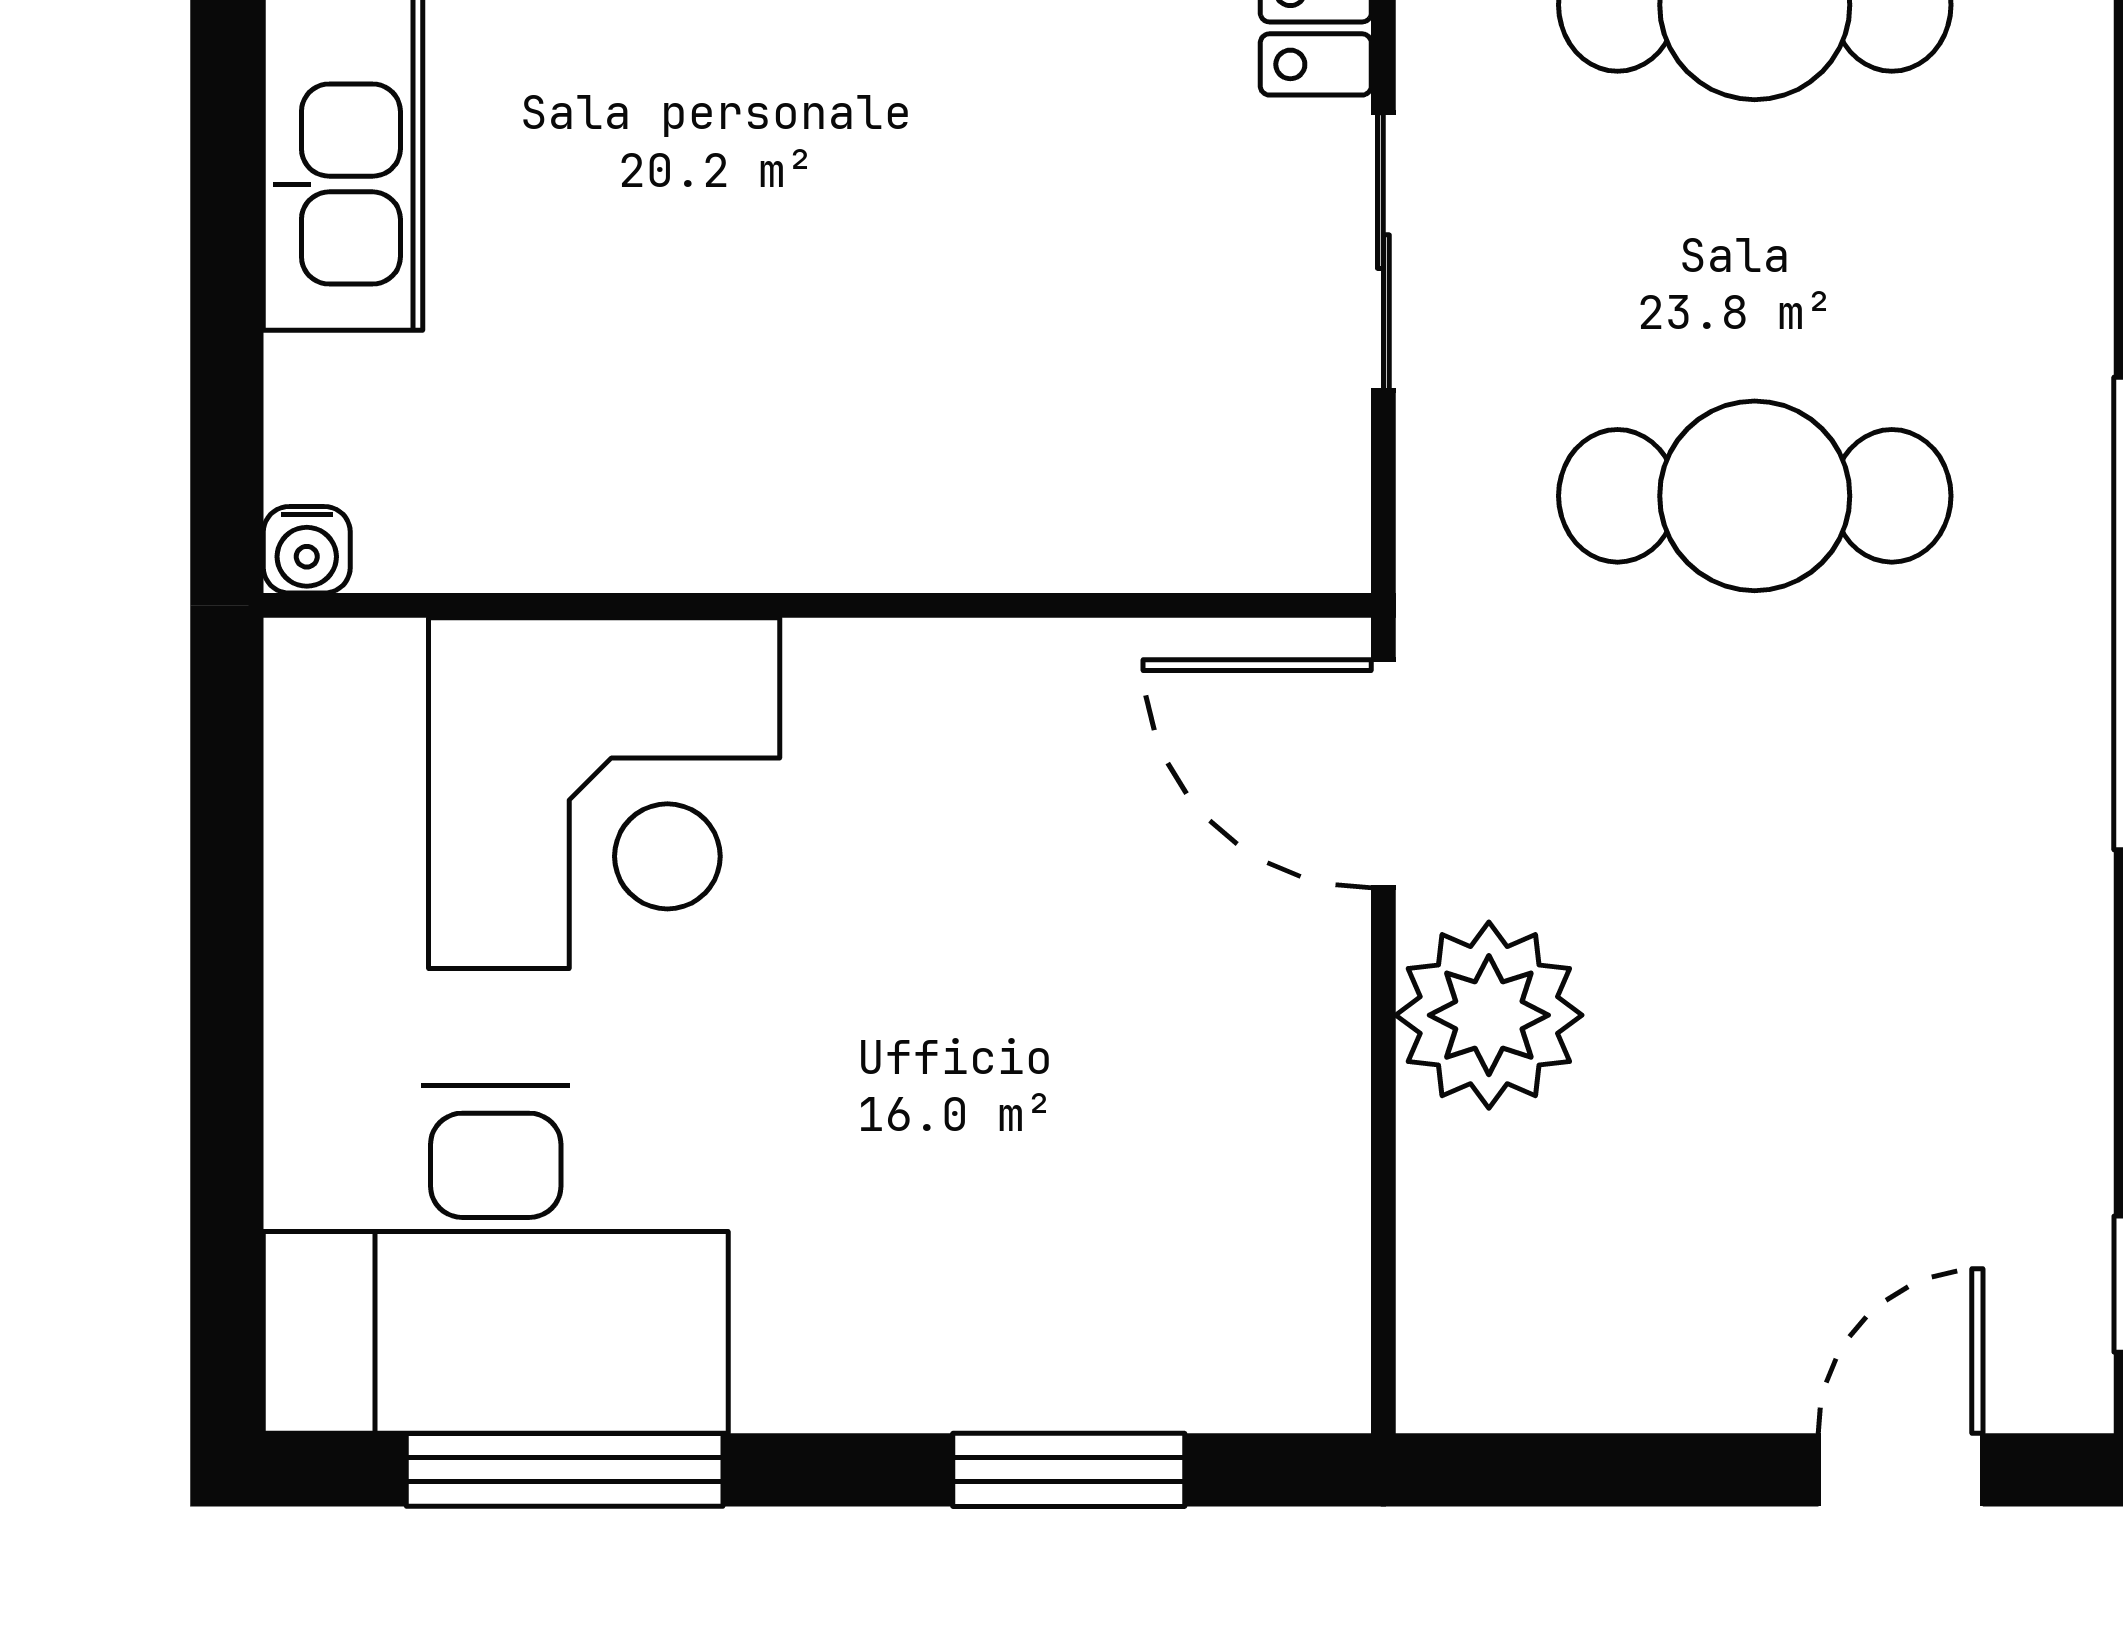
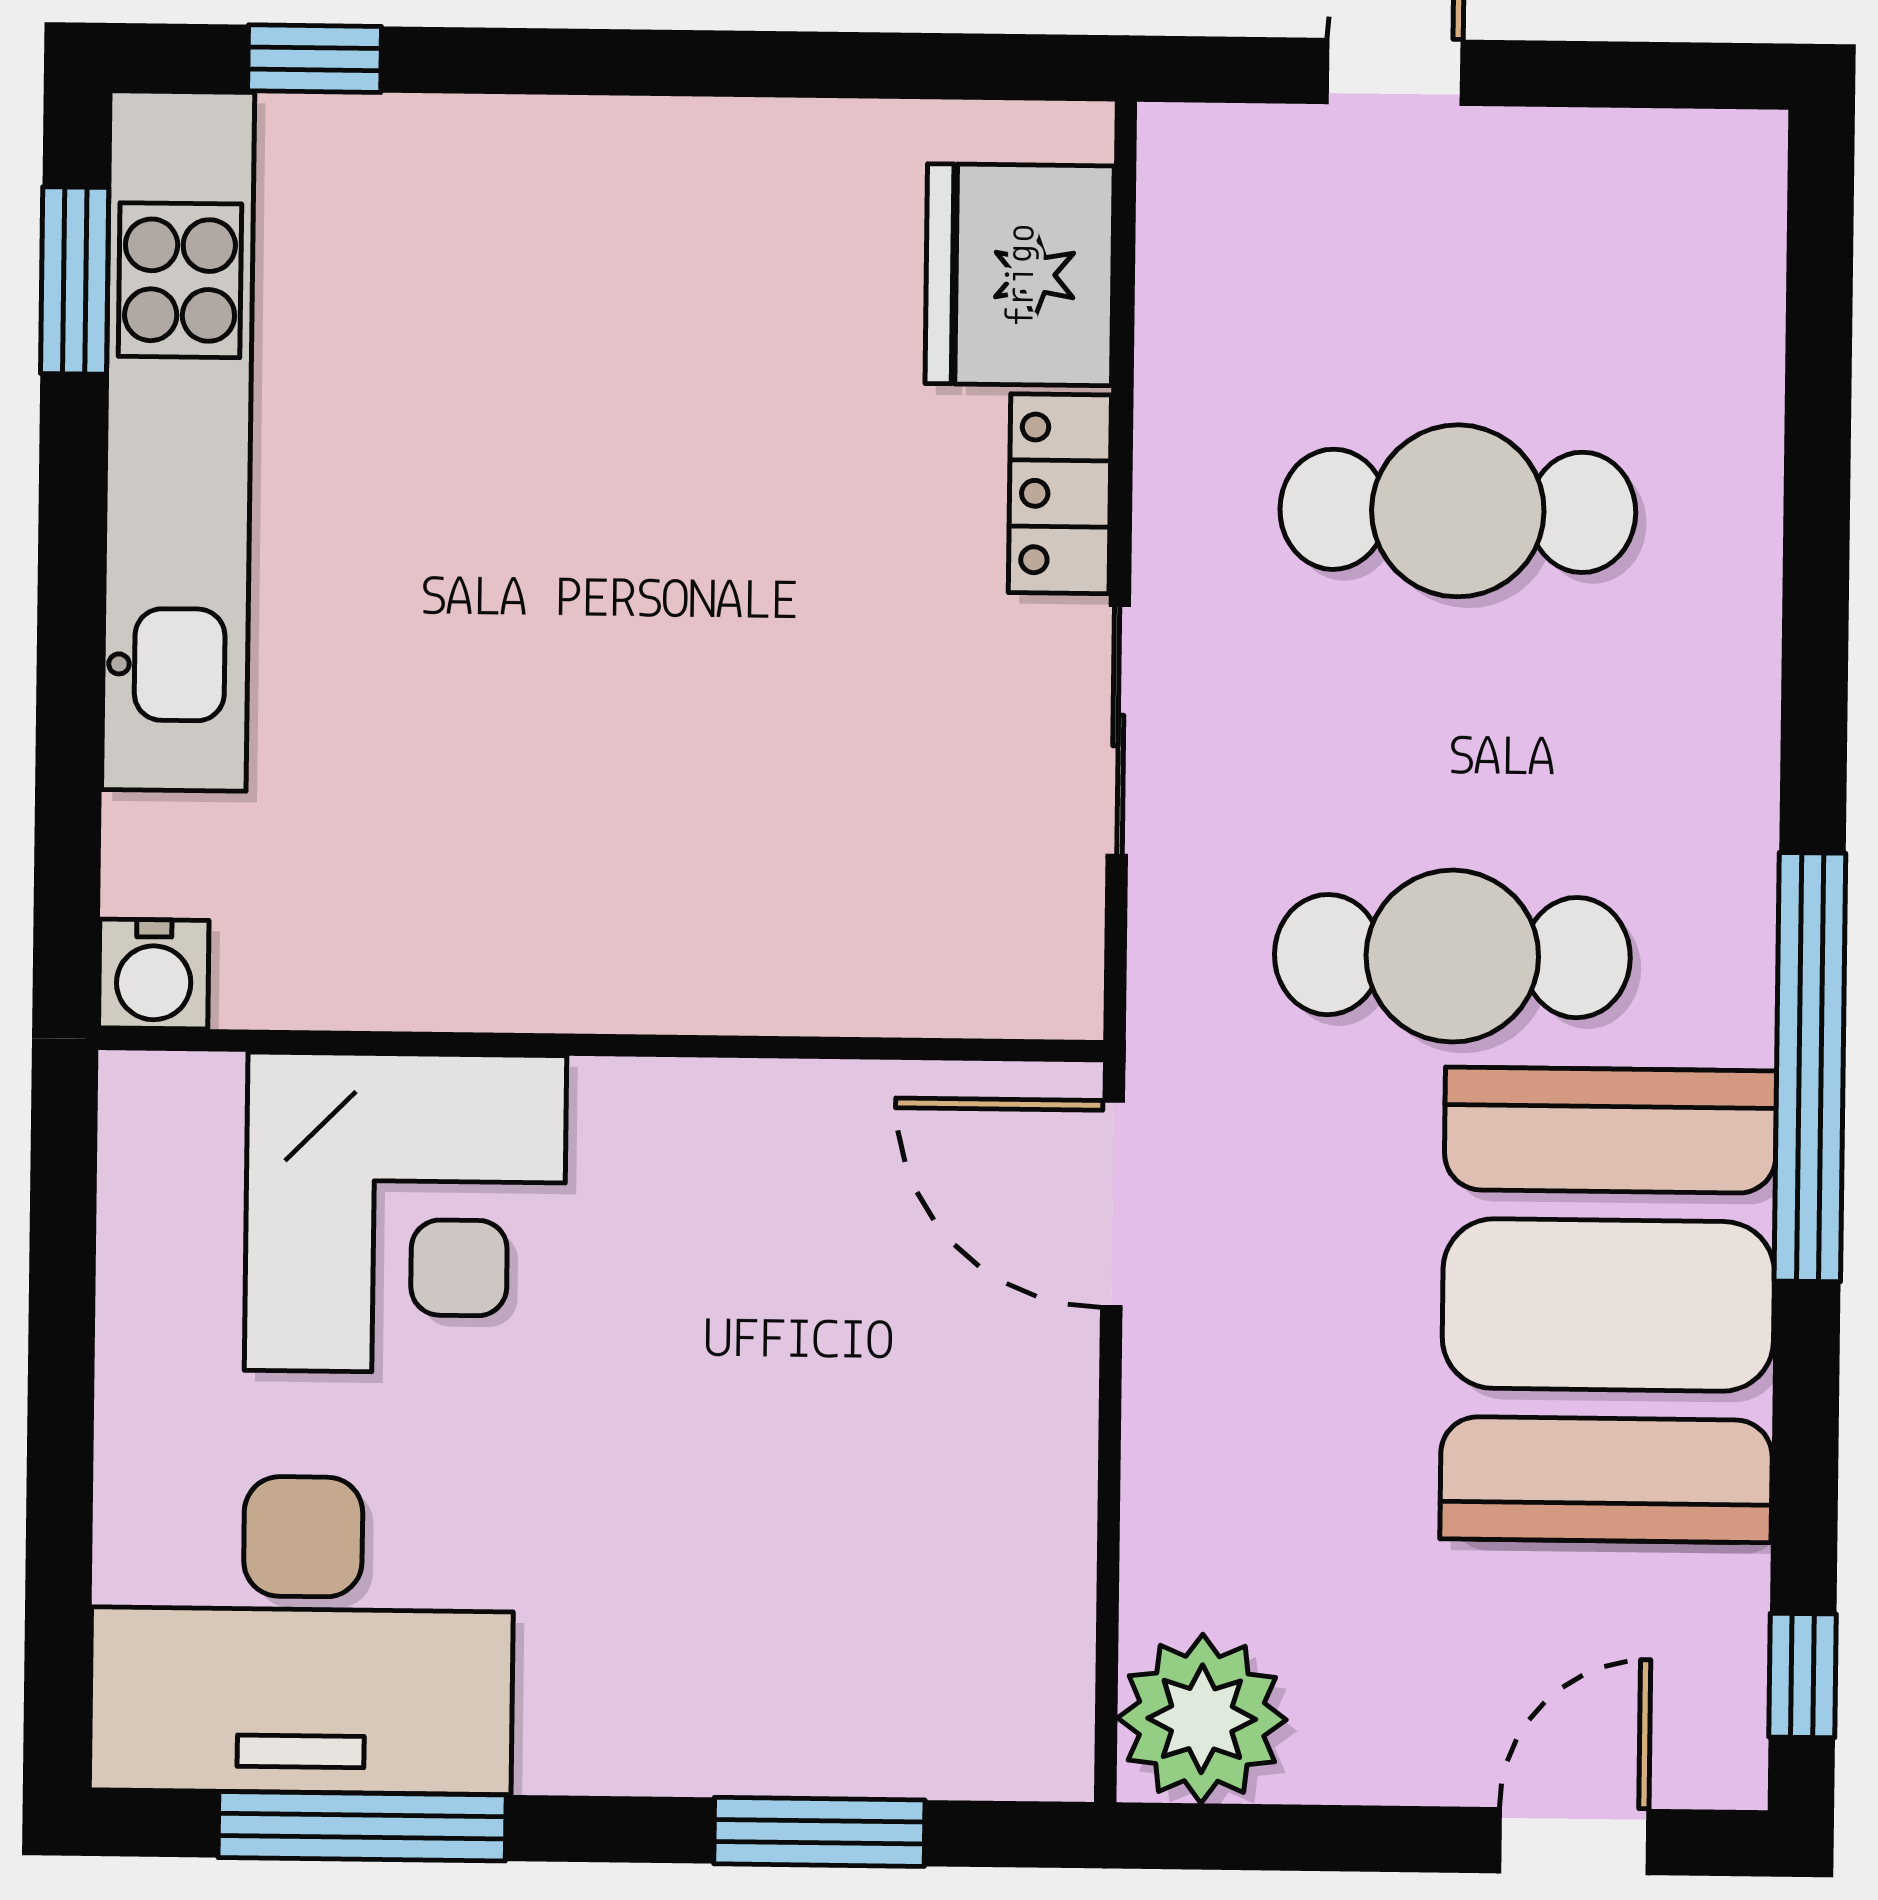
water cooler: (307, 550) -> (154, 974), width x1.38, depth x1.38
booth: (1931, 878) -> (1608, 1305), added
plant: (1489, 1015) -> (1202, 1719), moved

